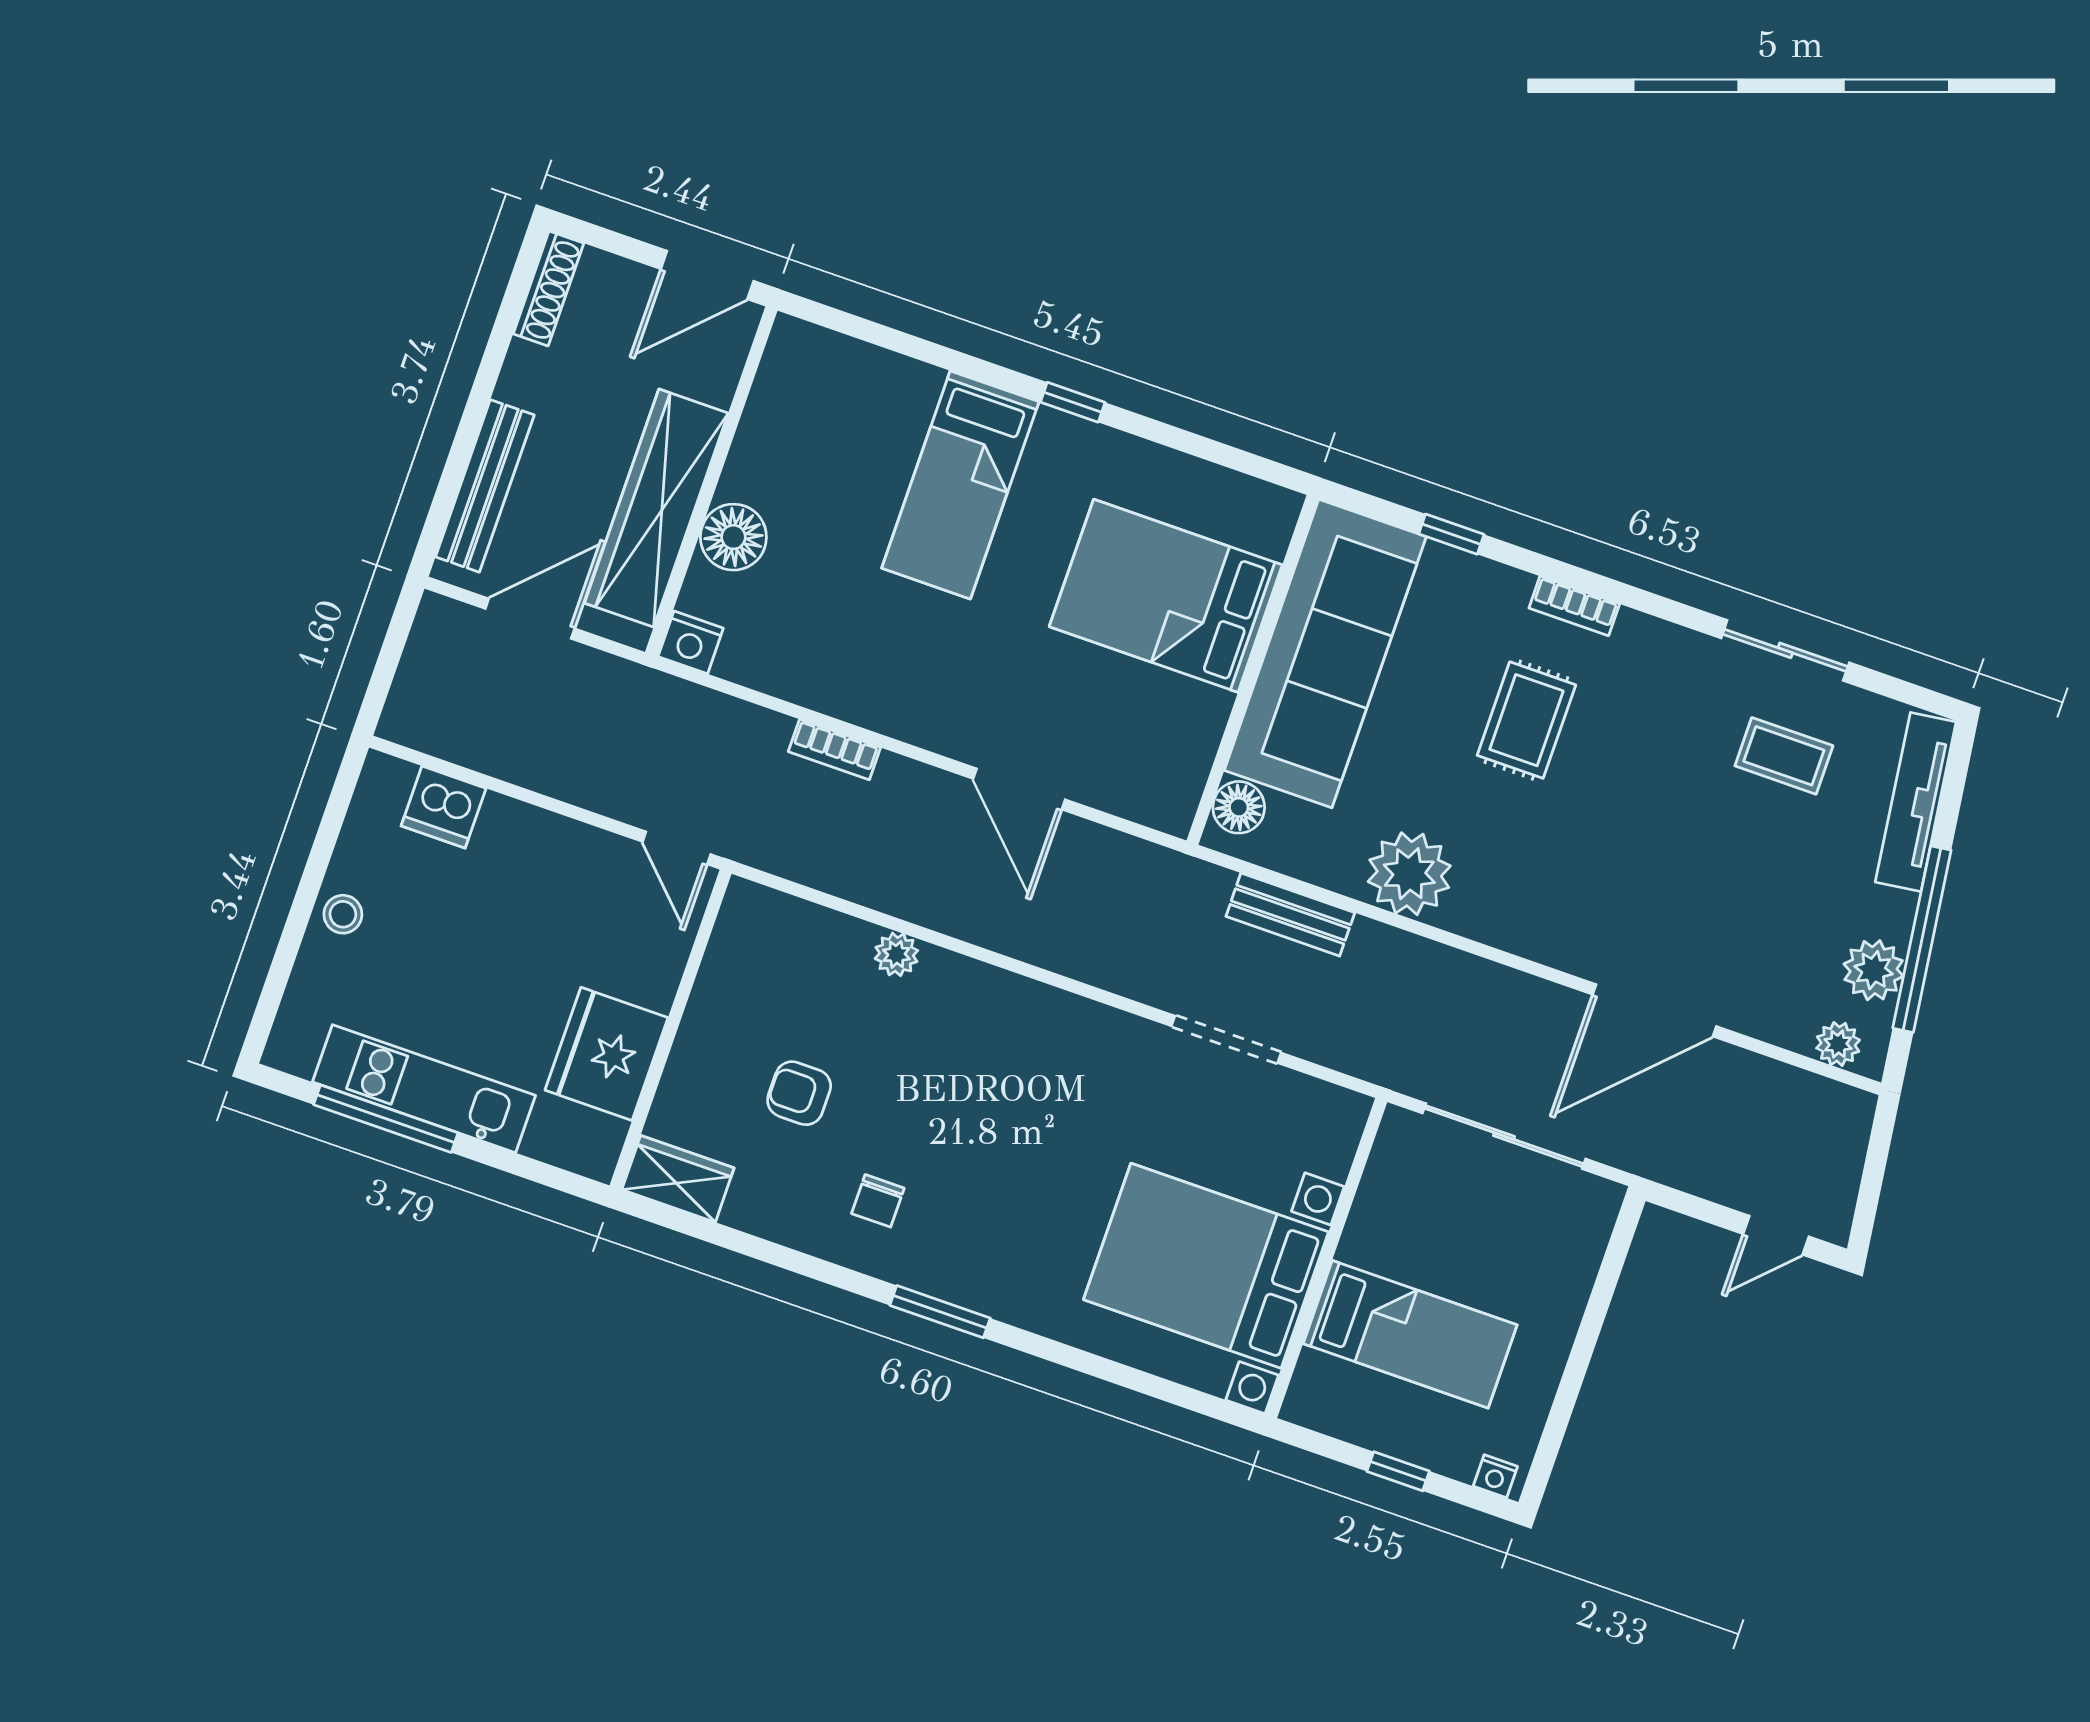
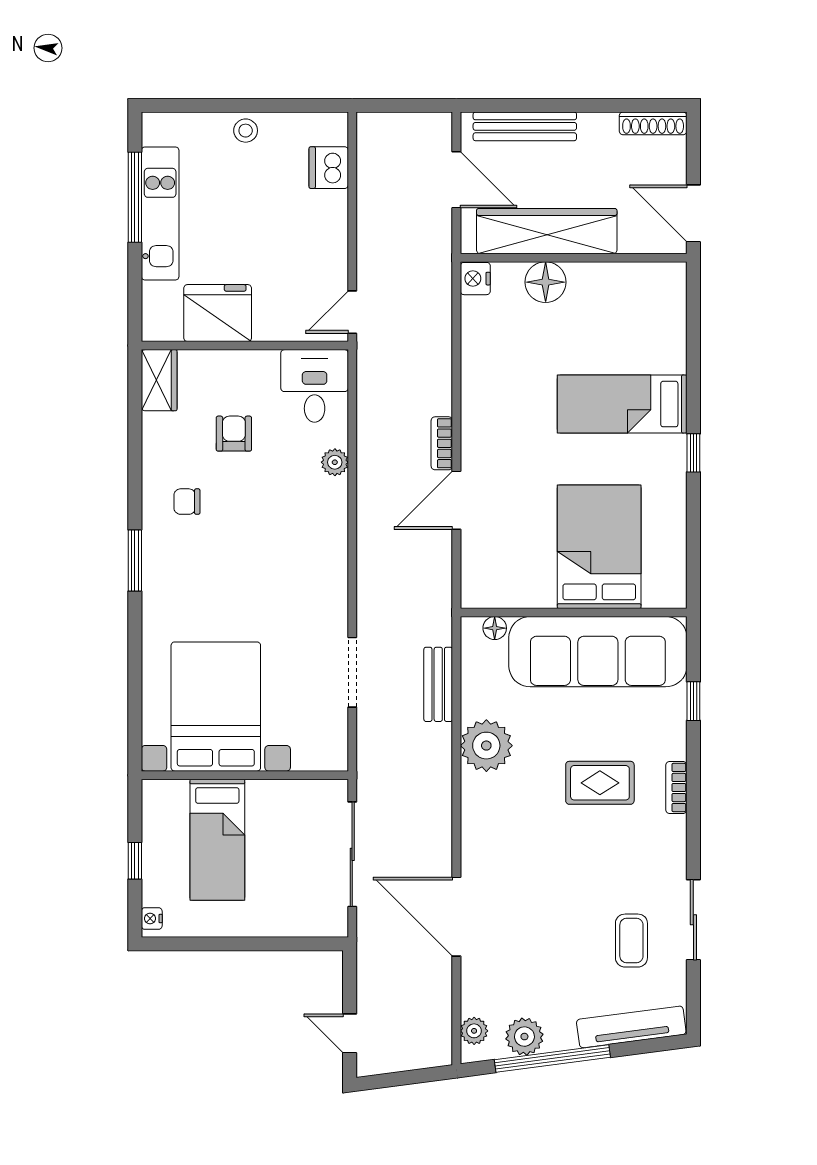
bookcase: (834, 750) -> (442, 443), moved
floor lamp: (1239, 807) -> (495, 628), width x0.73, depth x0.73
desk: (769, 945) -> (315, 386), added

